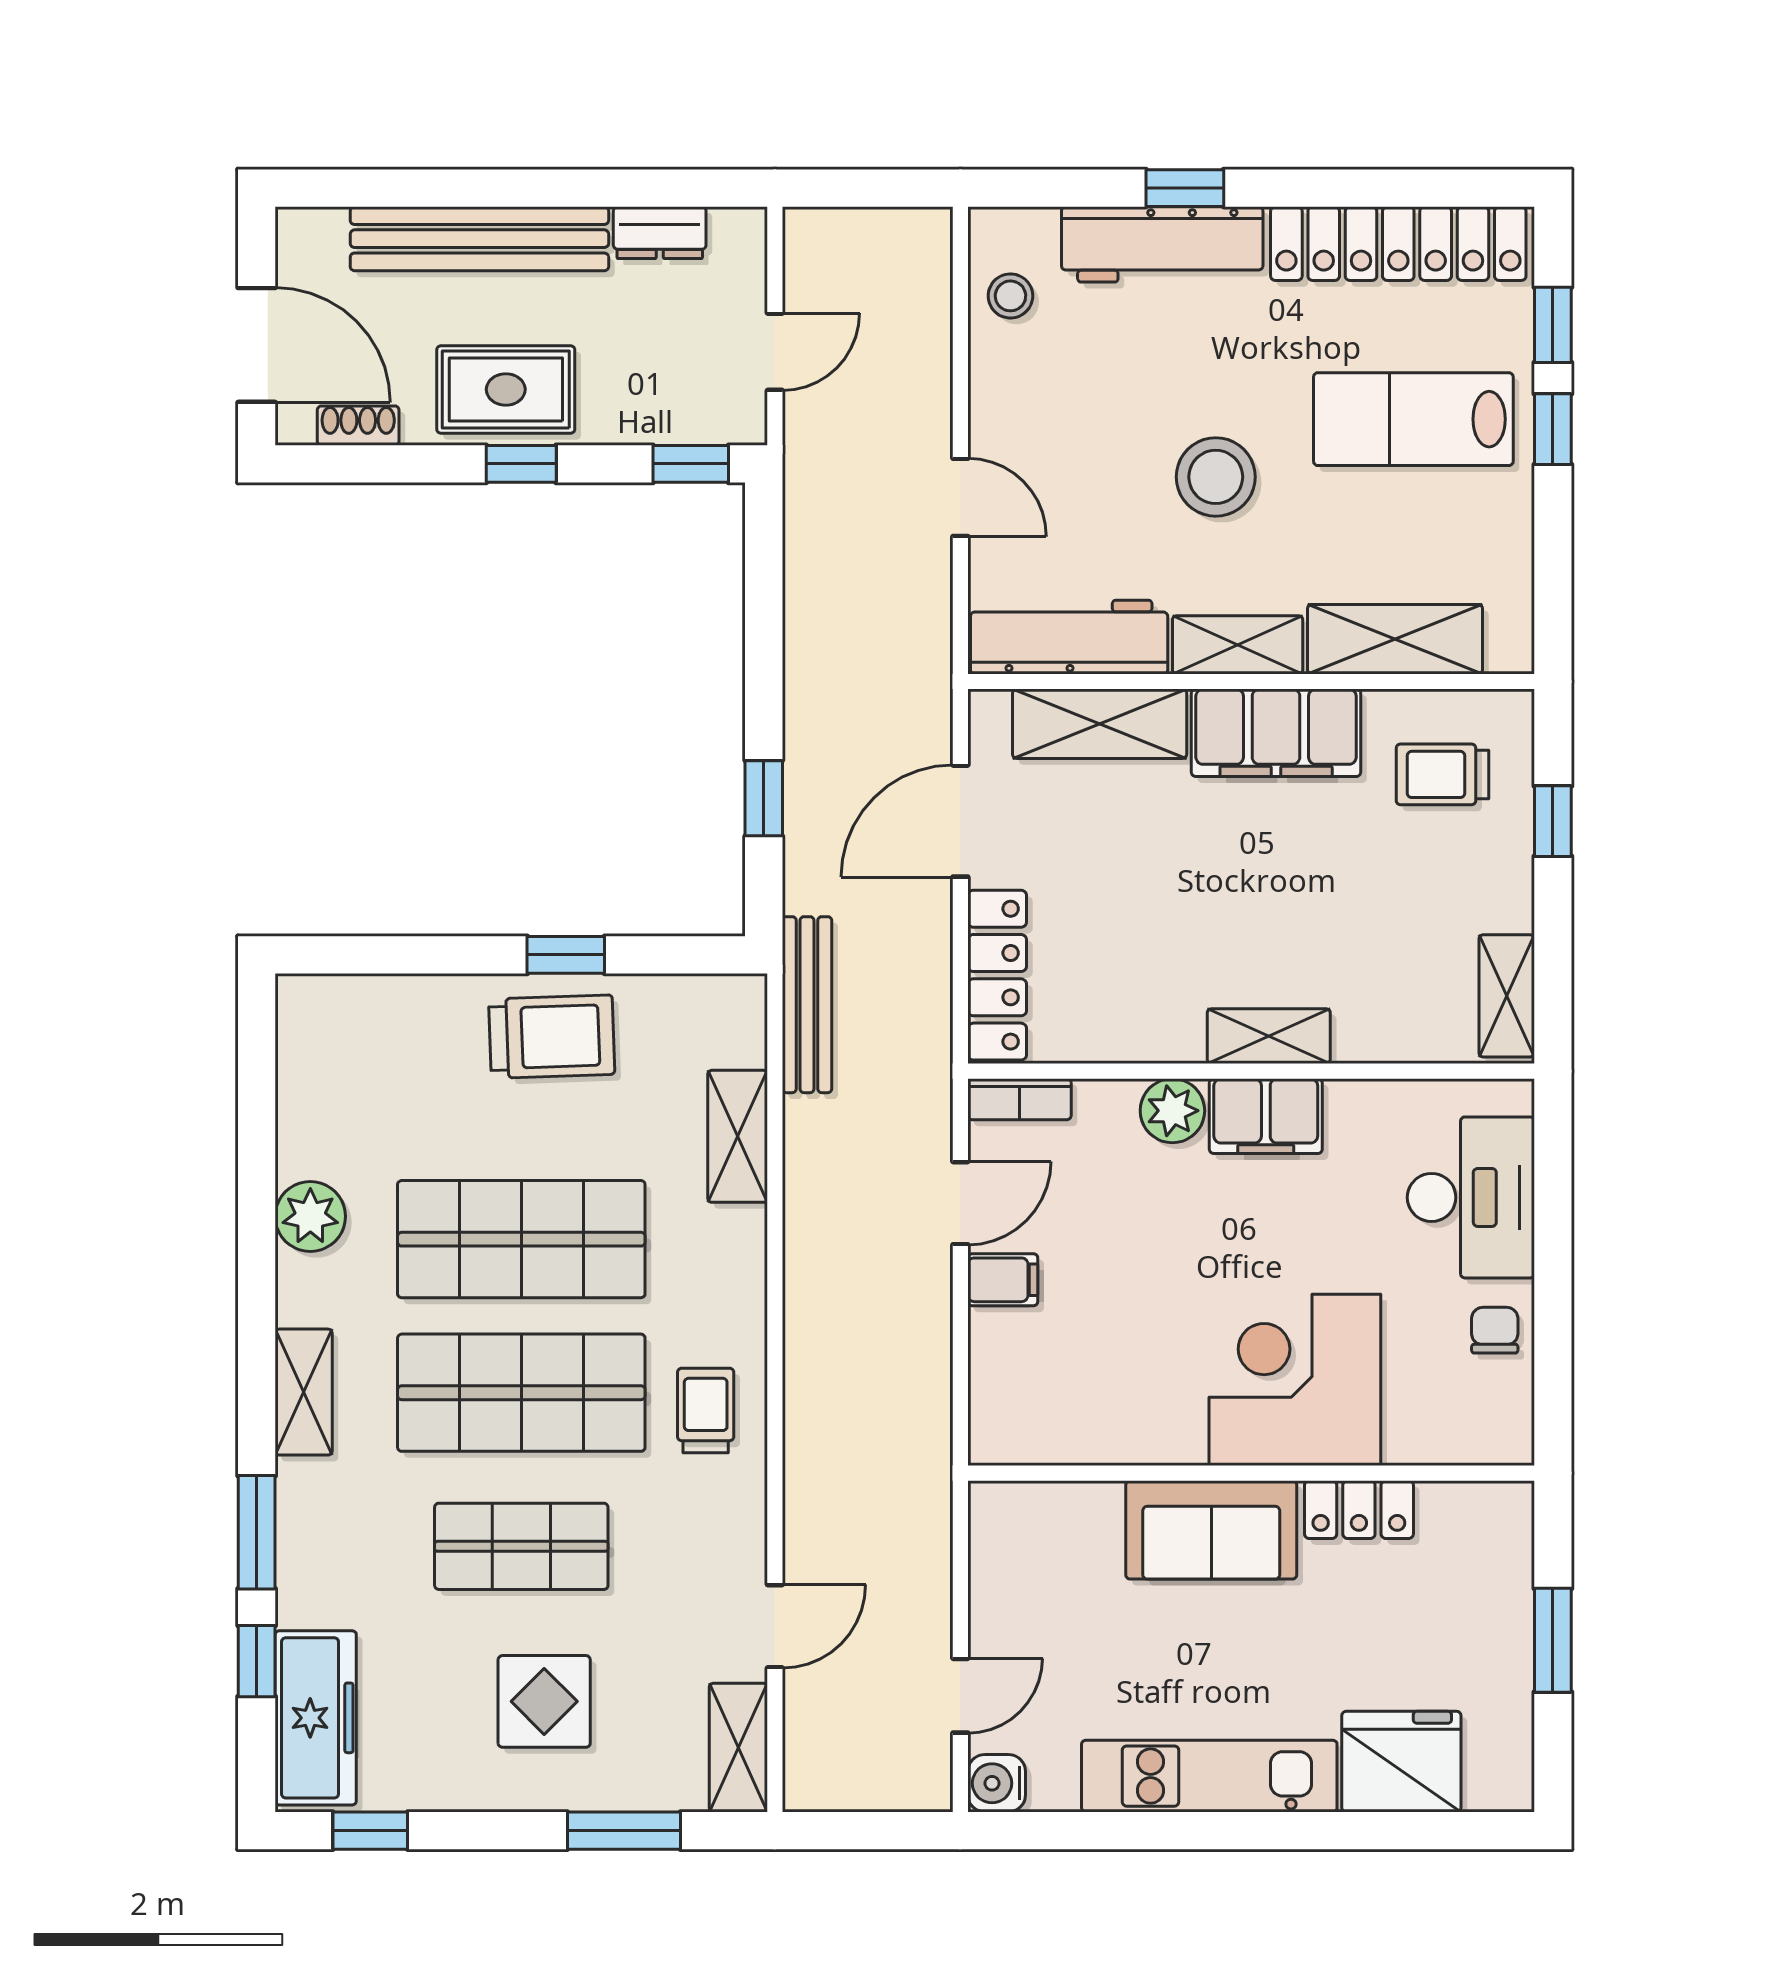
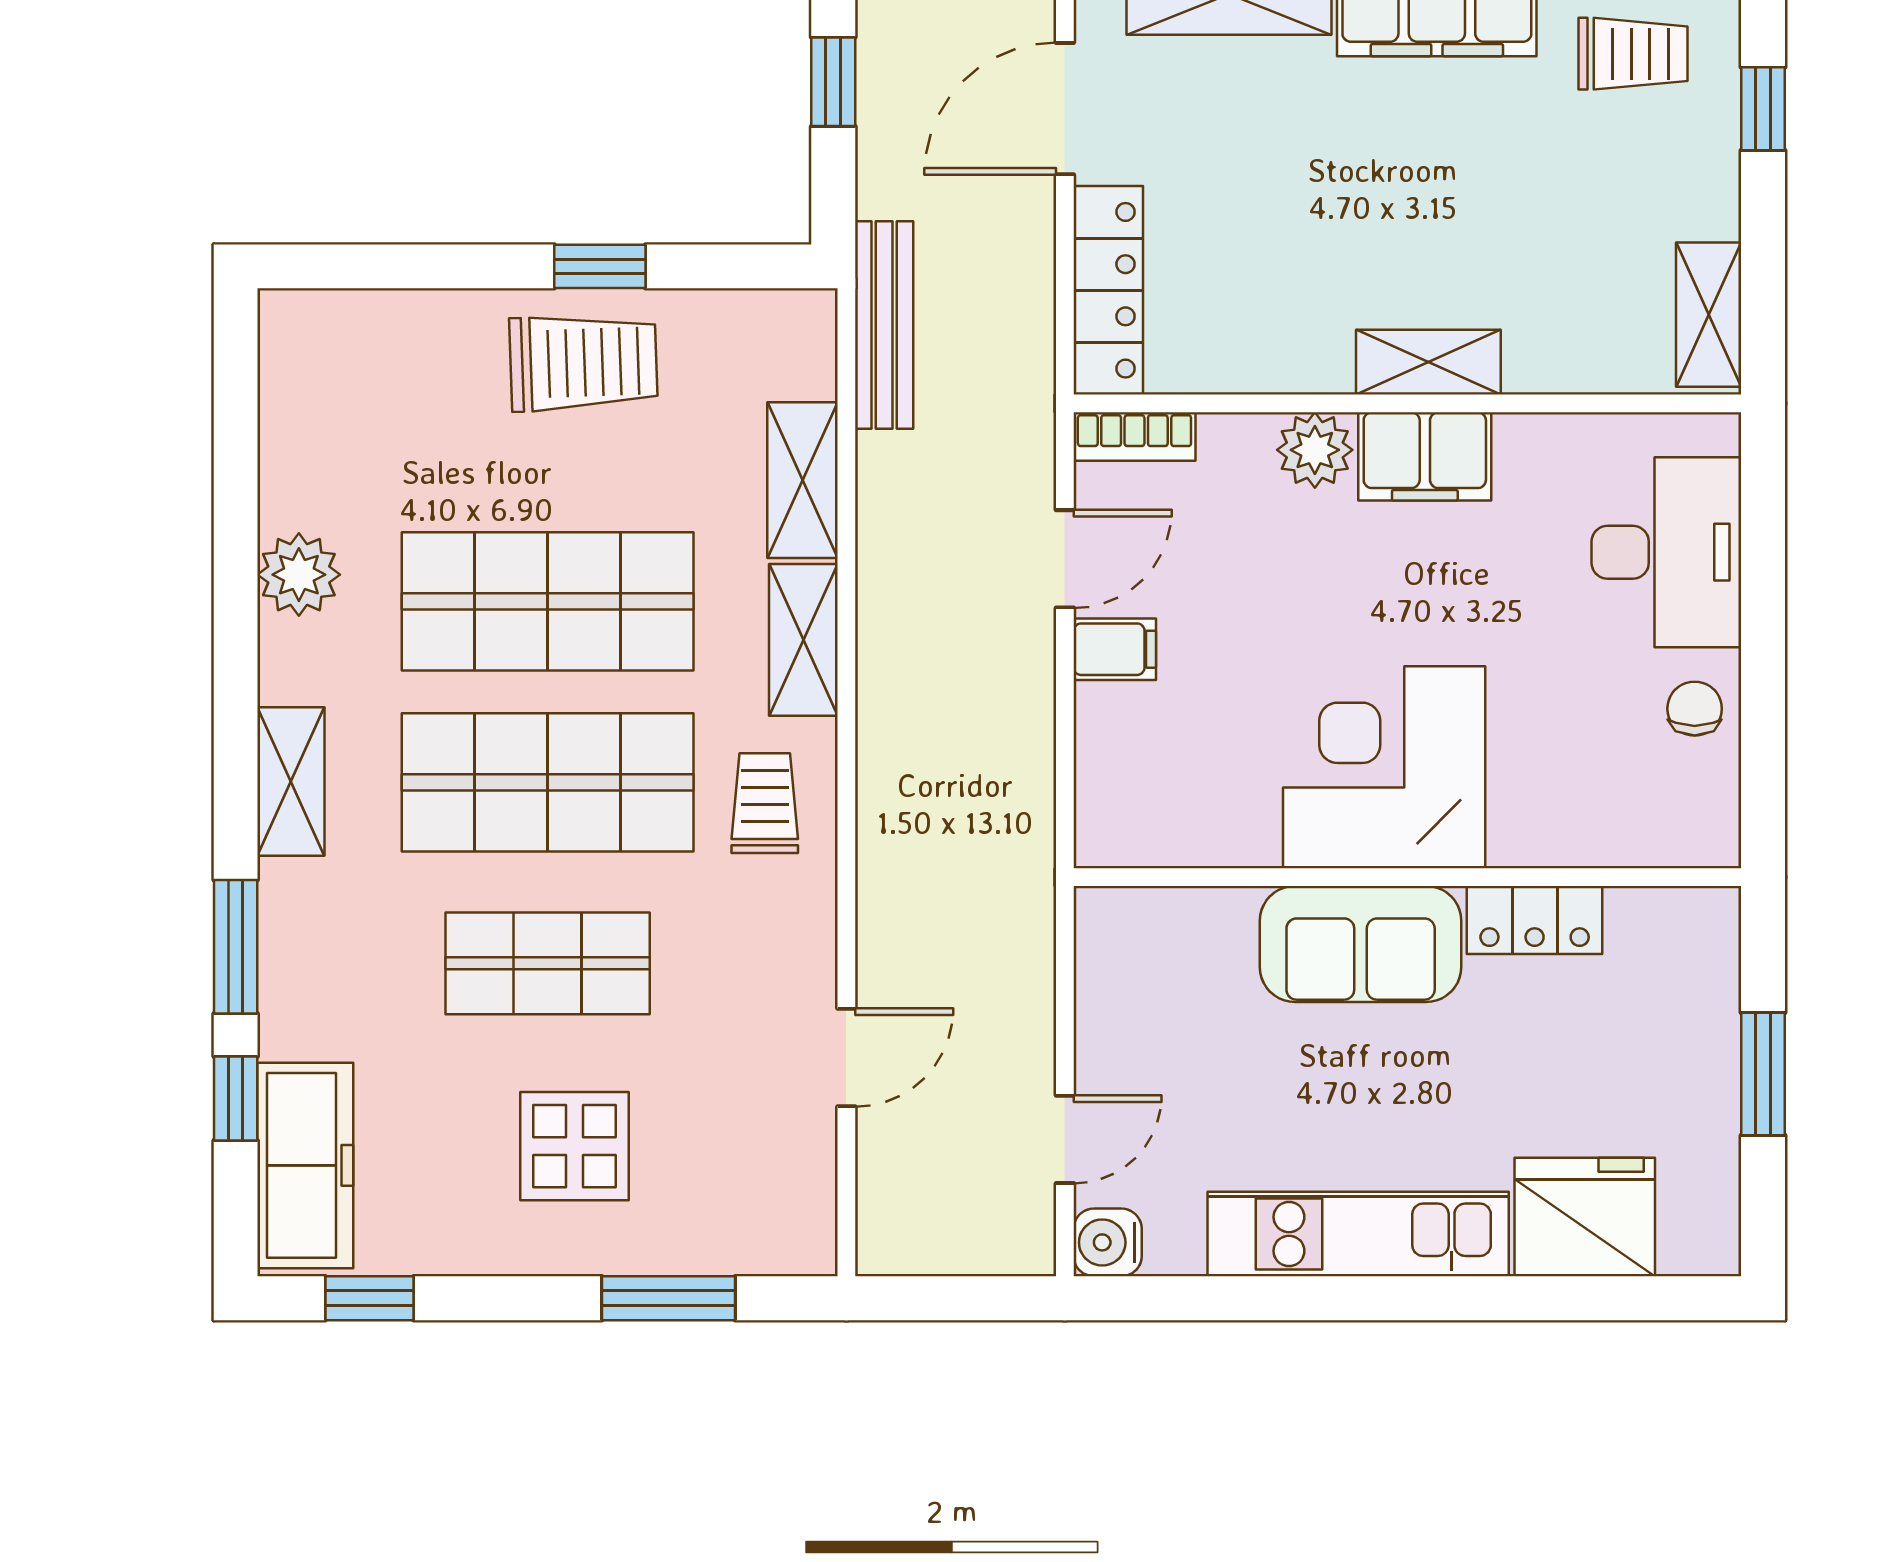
trolley: (1442, 774) -> (1633, 54), turned 180
corner desk: (1295, 1380) -> (1384, 767), moved
shelving: (738, 1748) -> (803, 640), moved

